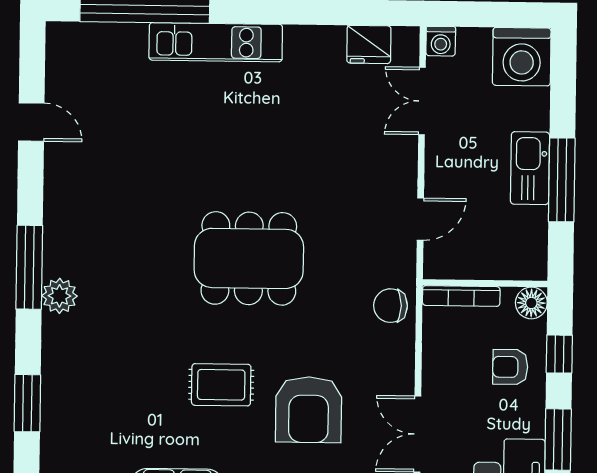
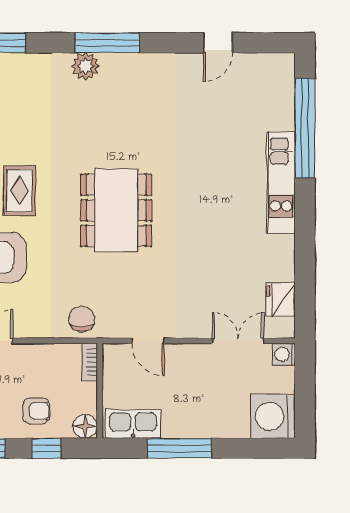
kitchen sink: (530, 168) -> (133, 424), moved
bookcase: (461, 296) -> (90, 362), width x0.64
armchair: (510, 367) -> (36, 411), turned 90

